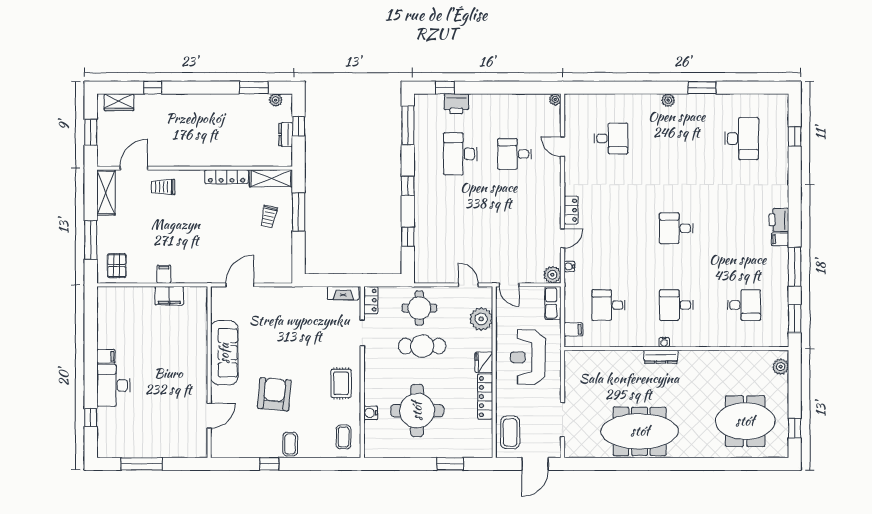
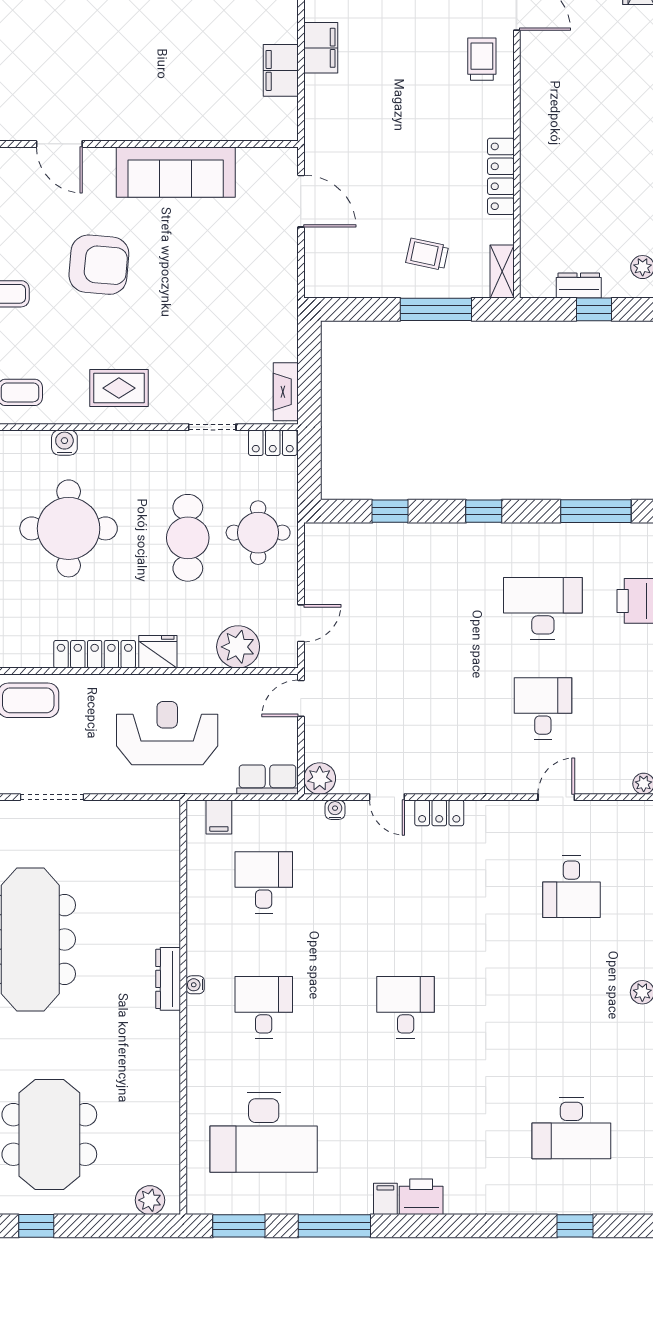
shelving: (271, 178) -> (502, 272), width x0.67, depth x0.75
filing cabinet: (164, 274) -> (321, 48), width x2.00
desk: (744, 305) -> (264, 1132), width x1.87, depth x1.30

